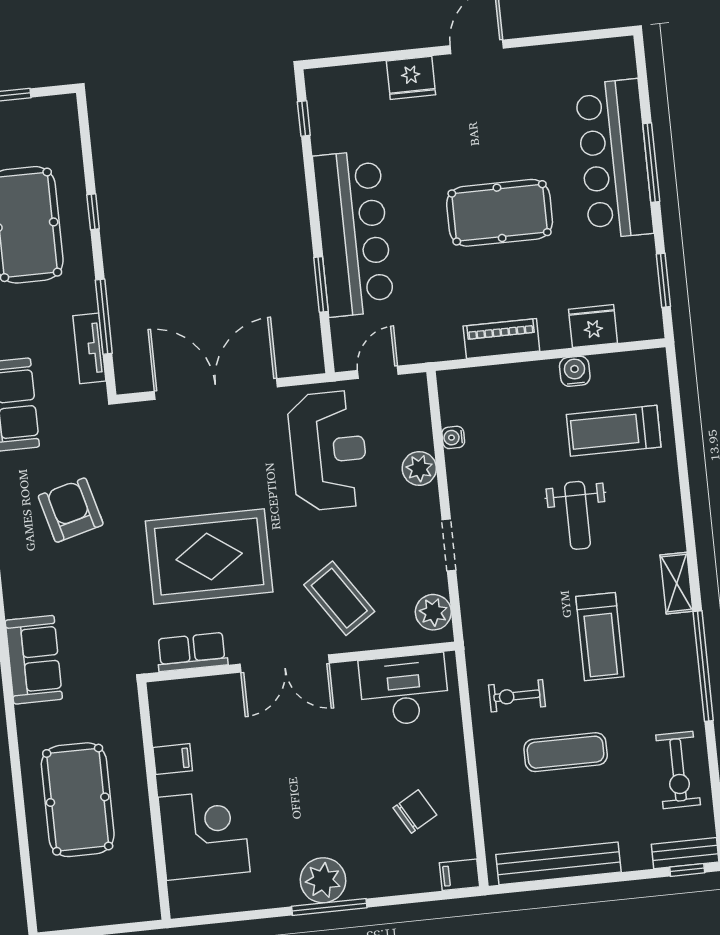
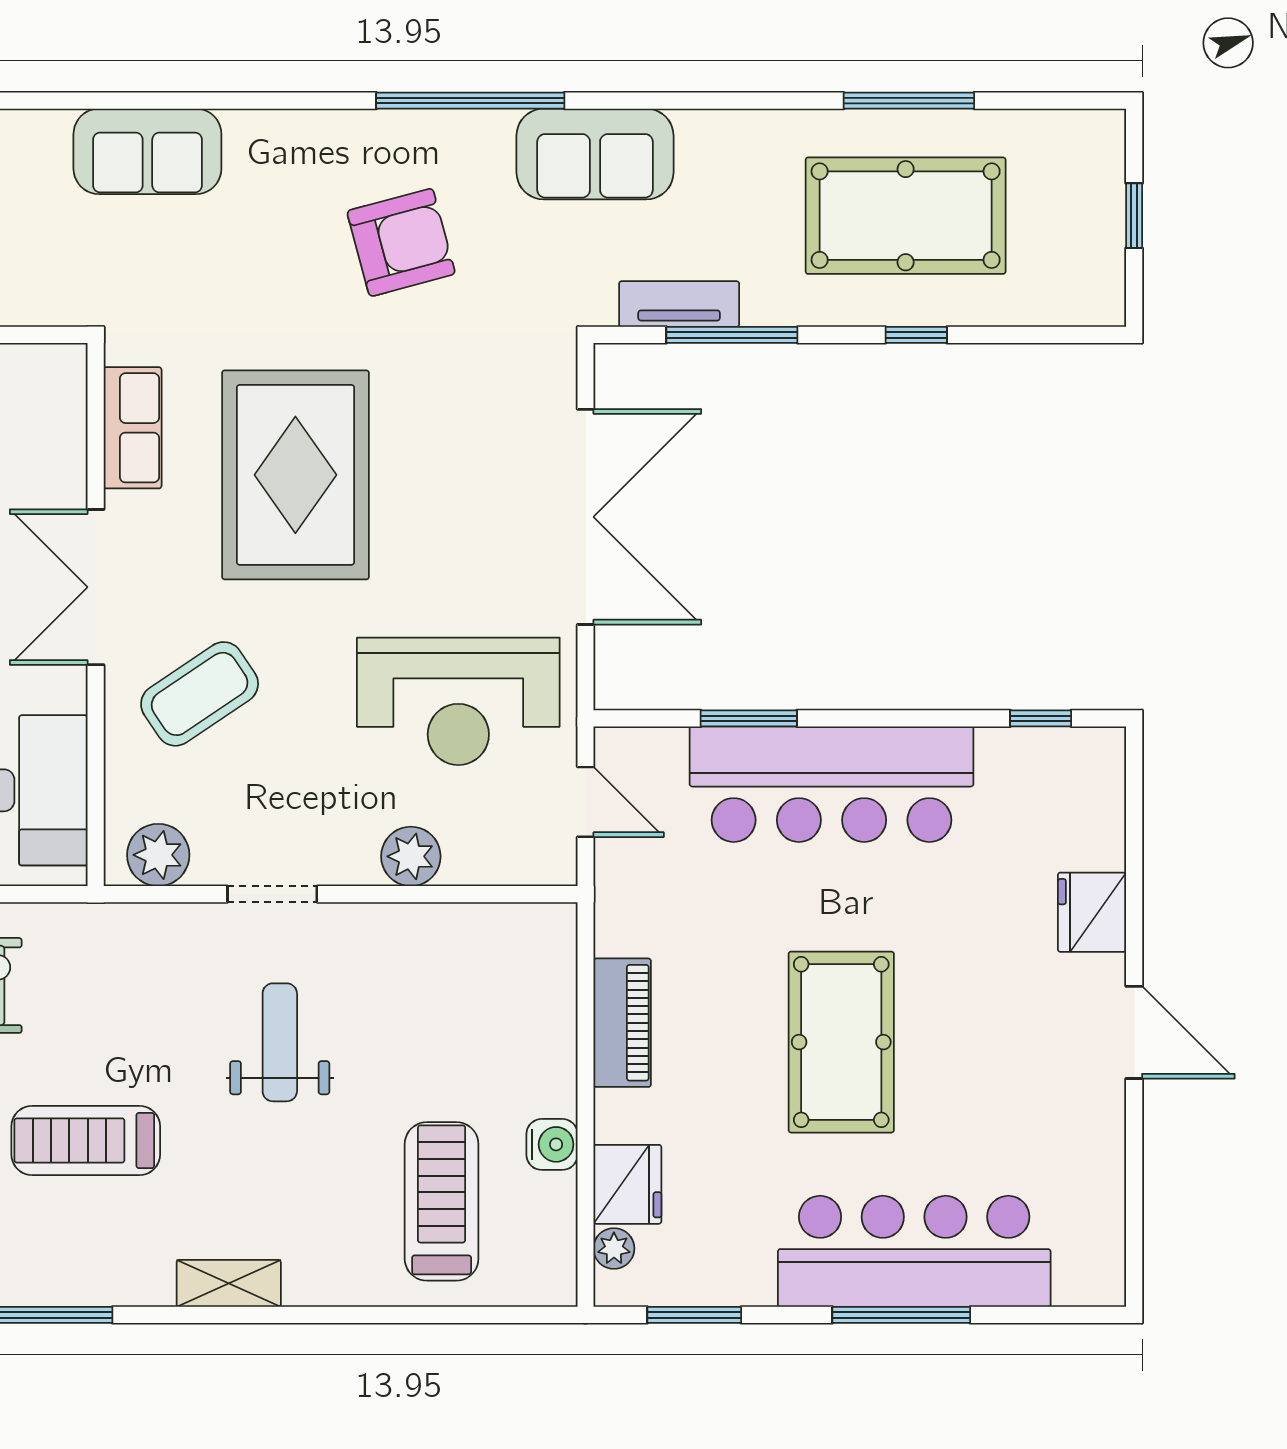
plant: (630, 330) -> (614, 1248), added
water cooler: (453, 437) -> (459, 921), removed
weight bench: (577, 515) -> (280, 1042), moved, turned 90
shelving: (677, 583) -> (229, 1283), moved

